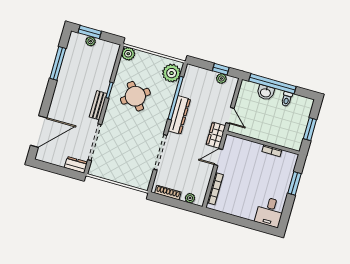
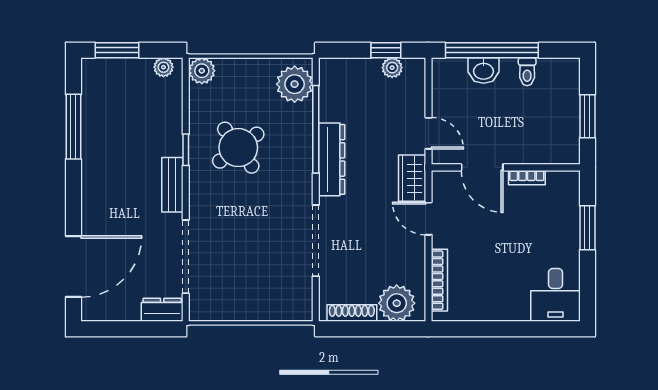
plant: (91, 41) -> (163, 67), moved
door: (251, 140) -> (482, 167), added
door: (218, 157) -> (429, 219), hinge flipped
plant: (190, 198) -> (397, 303), width x1.88, depth x1.88

